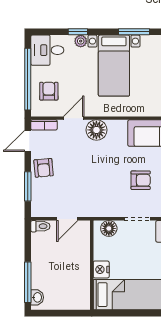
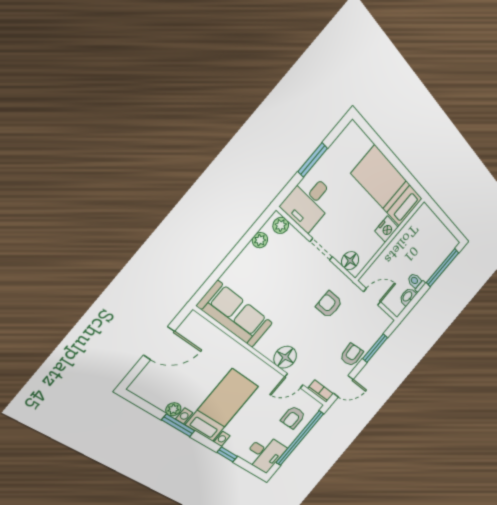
plant: (81, 41) -> (173, 409), moved
armchair: (141, 180) -> (329, 304), moved
toilet: (40, 226) -> (416, 282), moved
washbasin: (37, 297) -> (408, 297), moved

